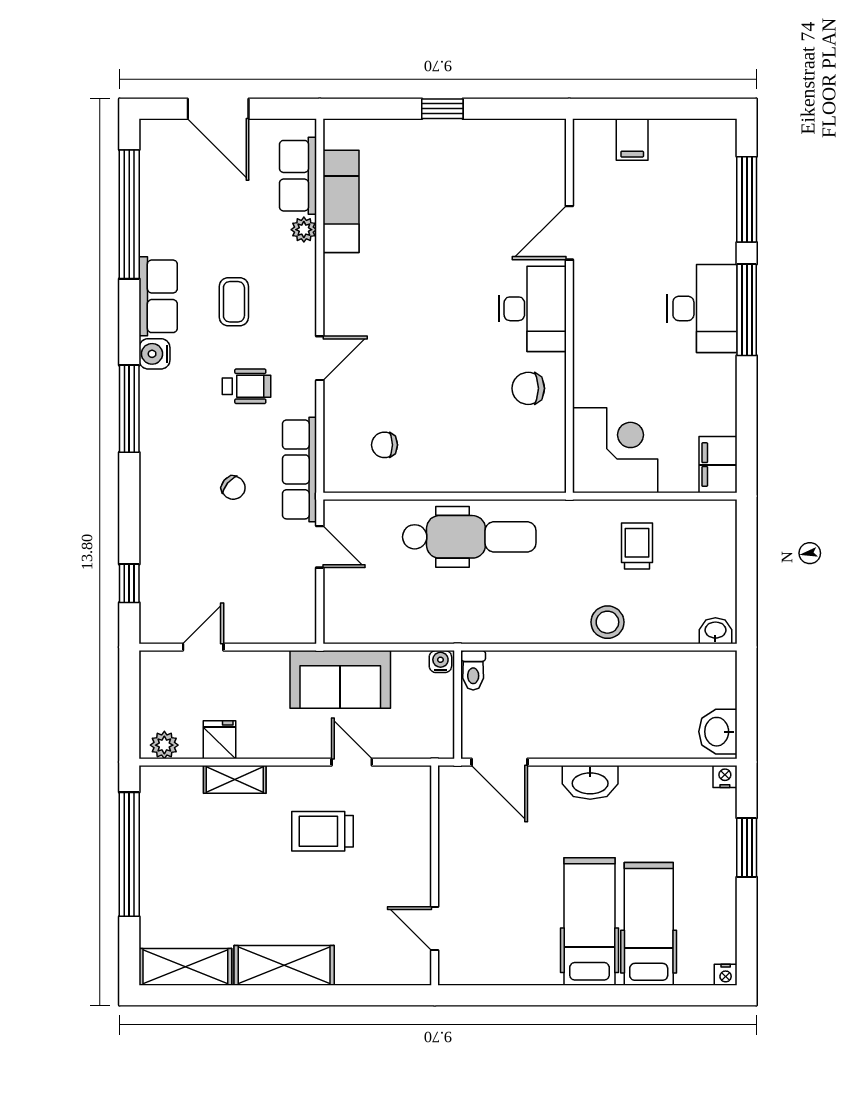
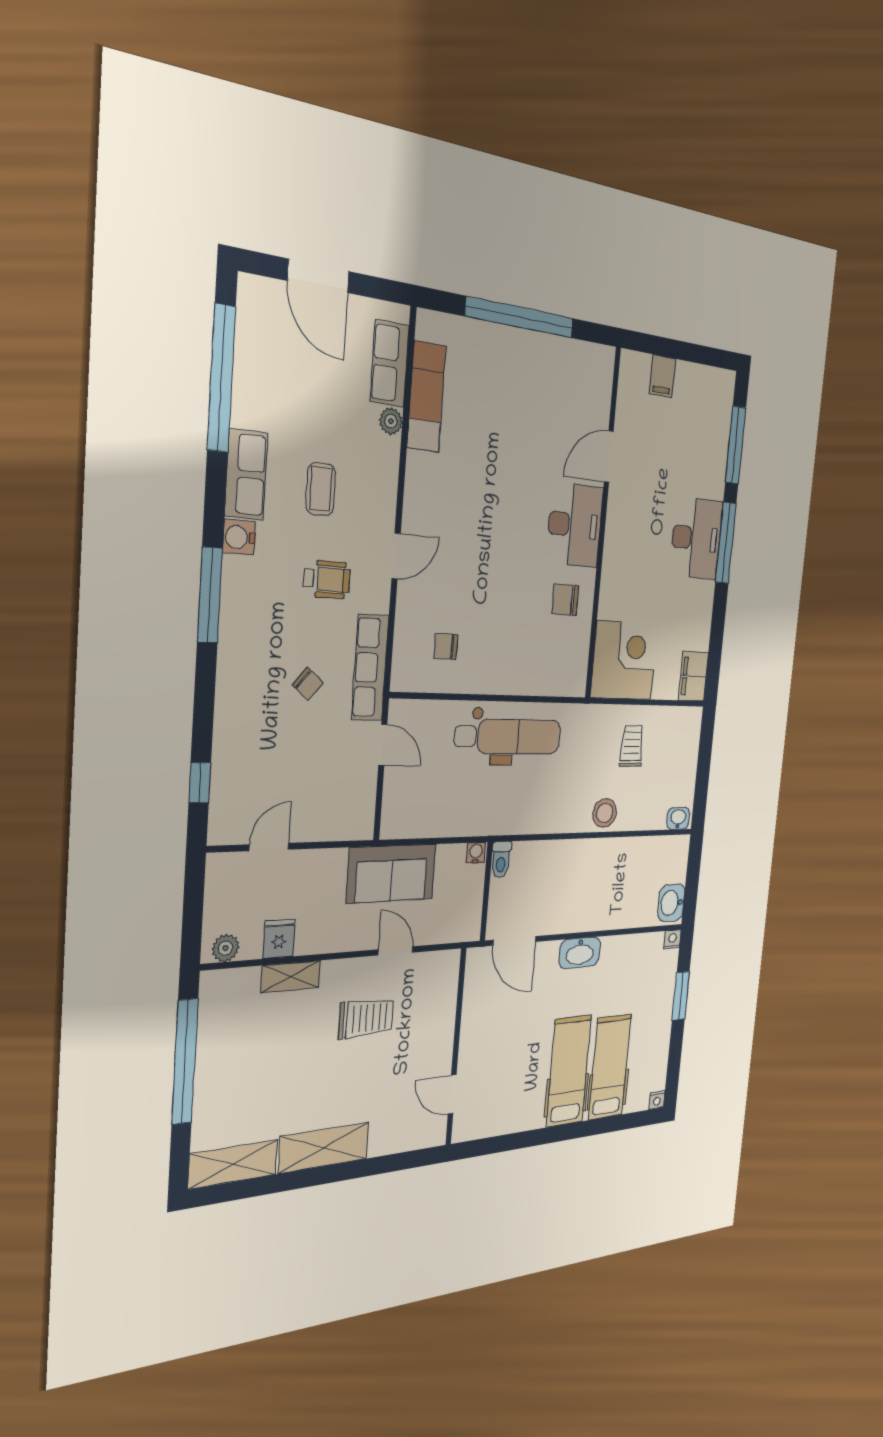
window: (442, 109) -> (520, 317), width x3.17
trolley: (323, 831) -> (366, 1018), turned 180

